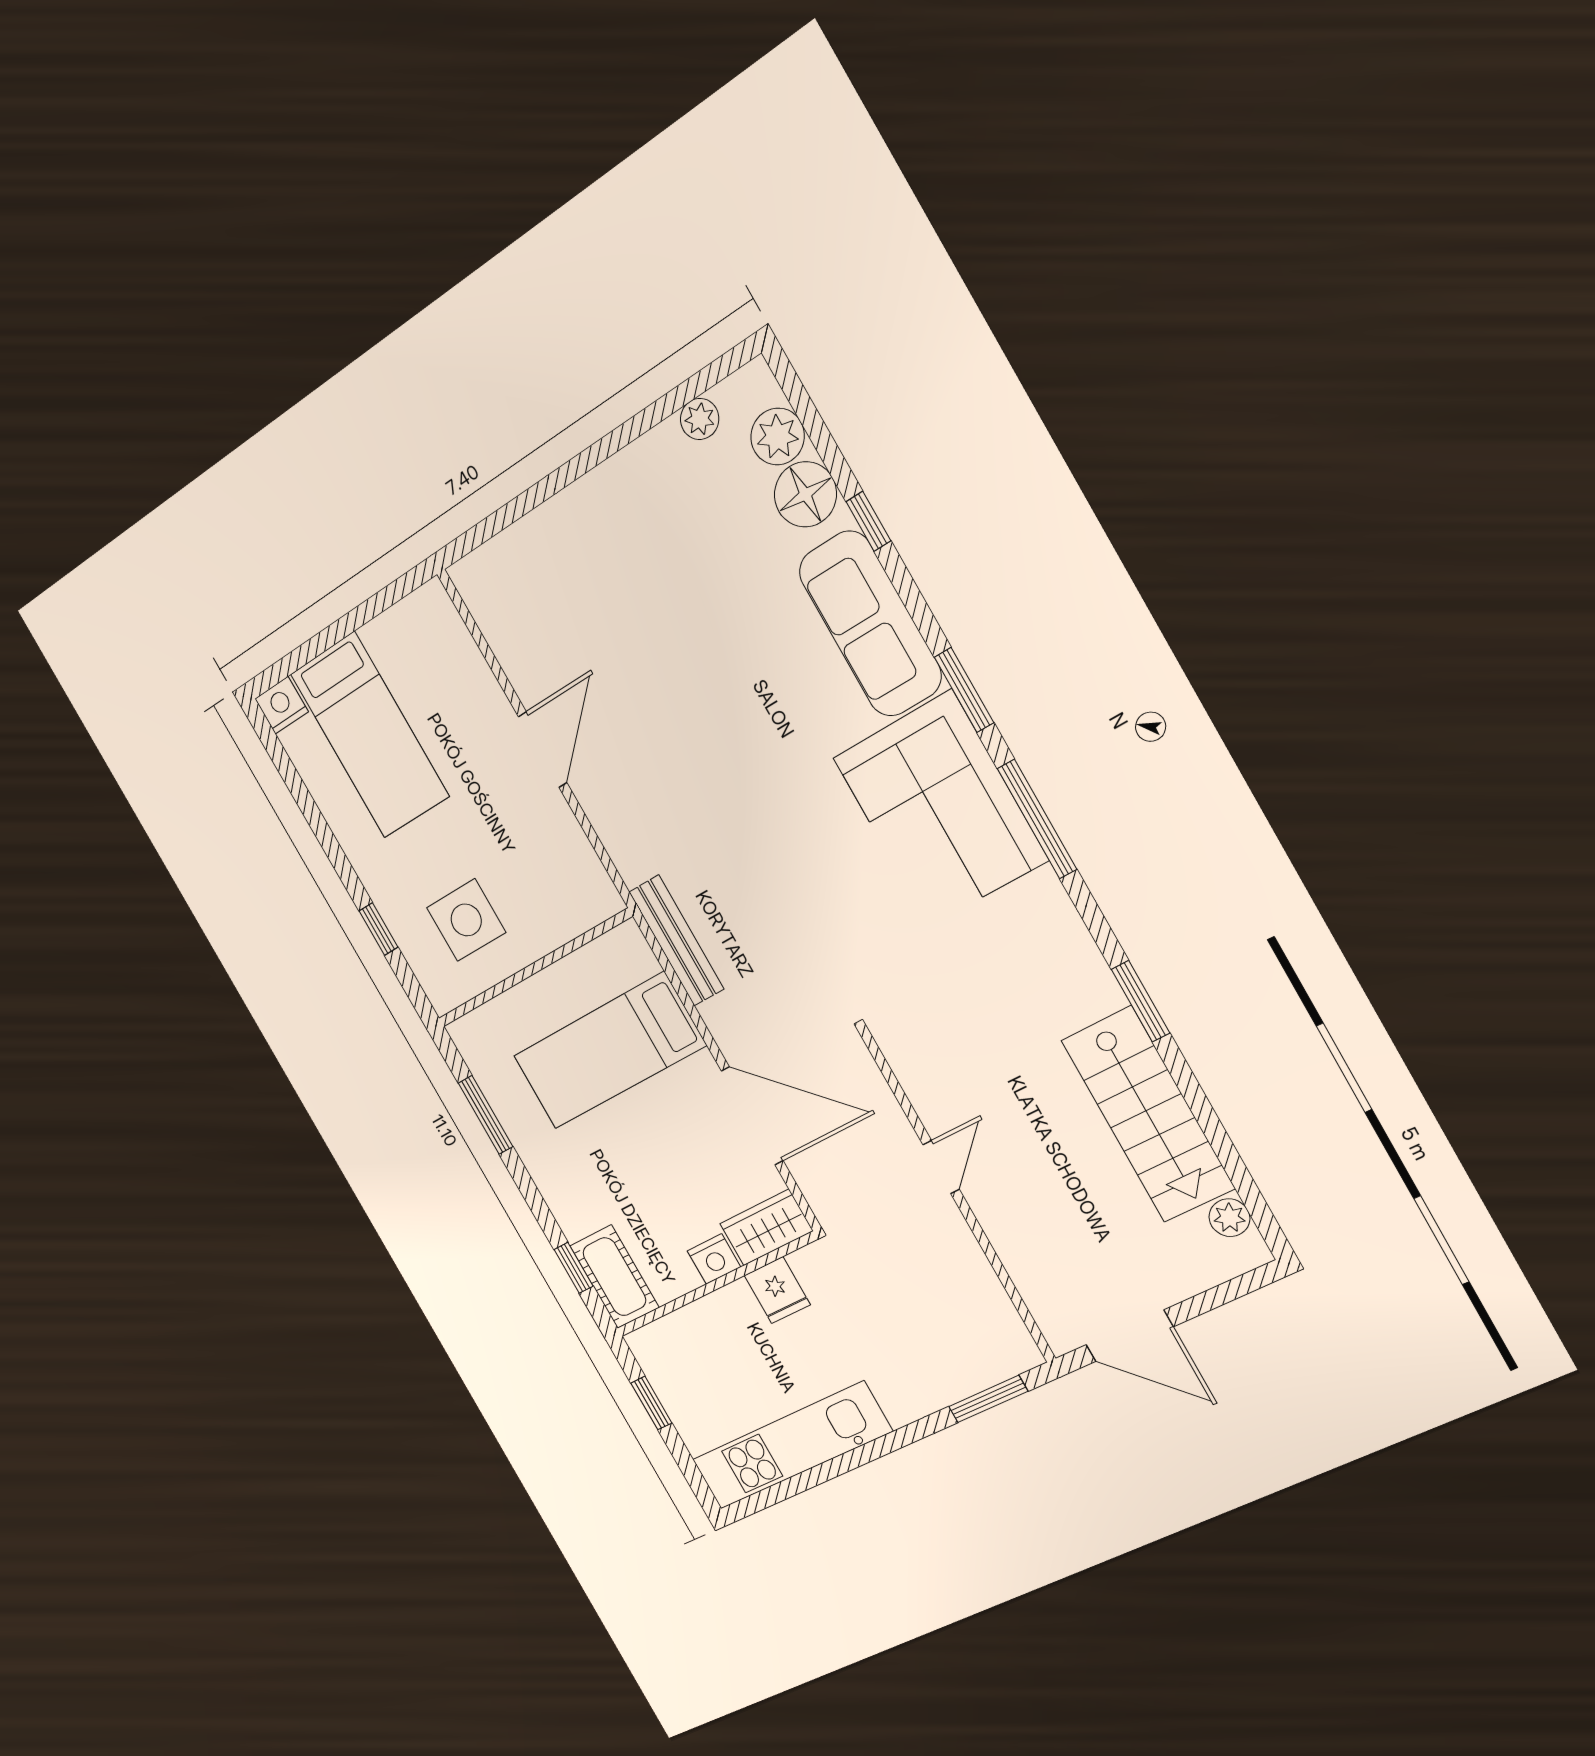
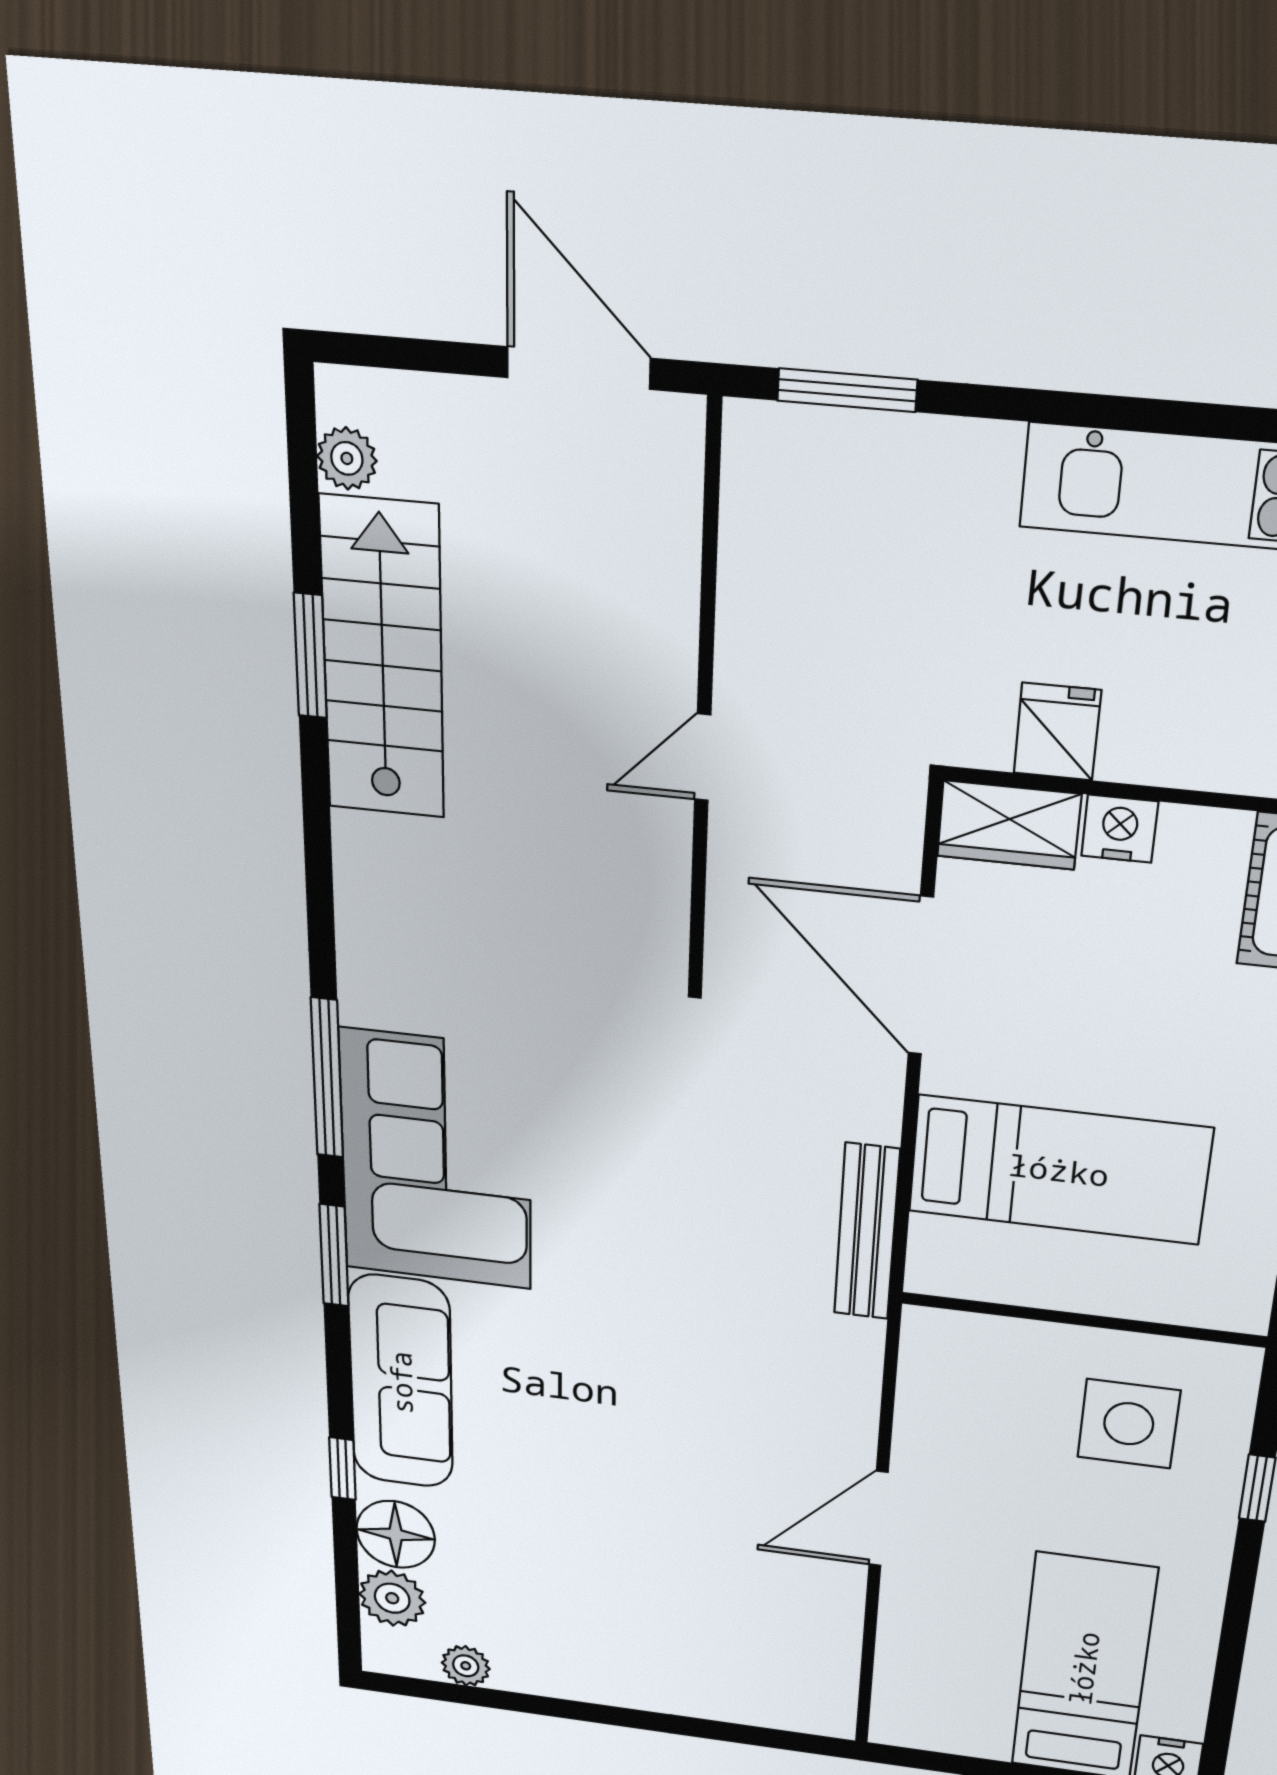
window: (1140, 1001) -> (310, 656), moved

